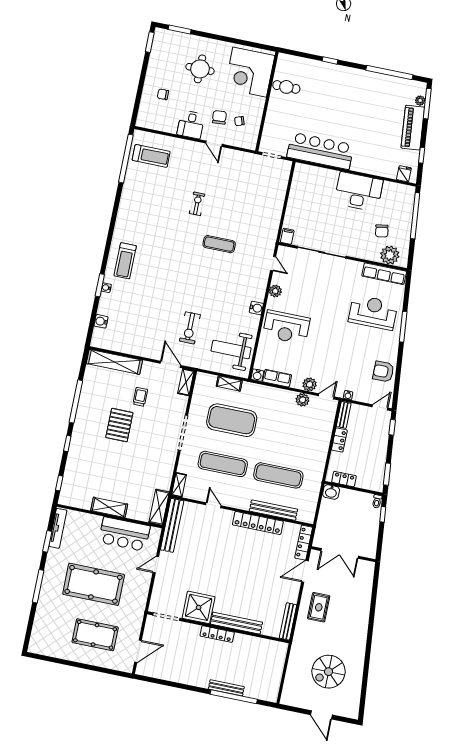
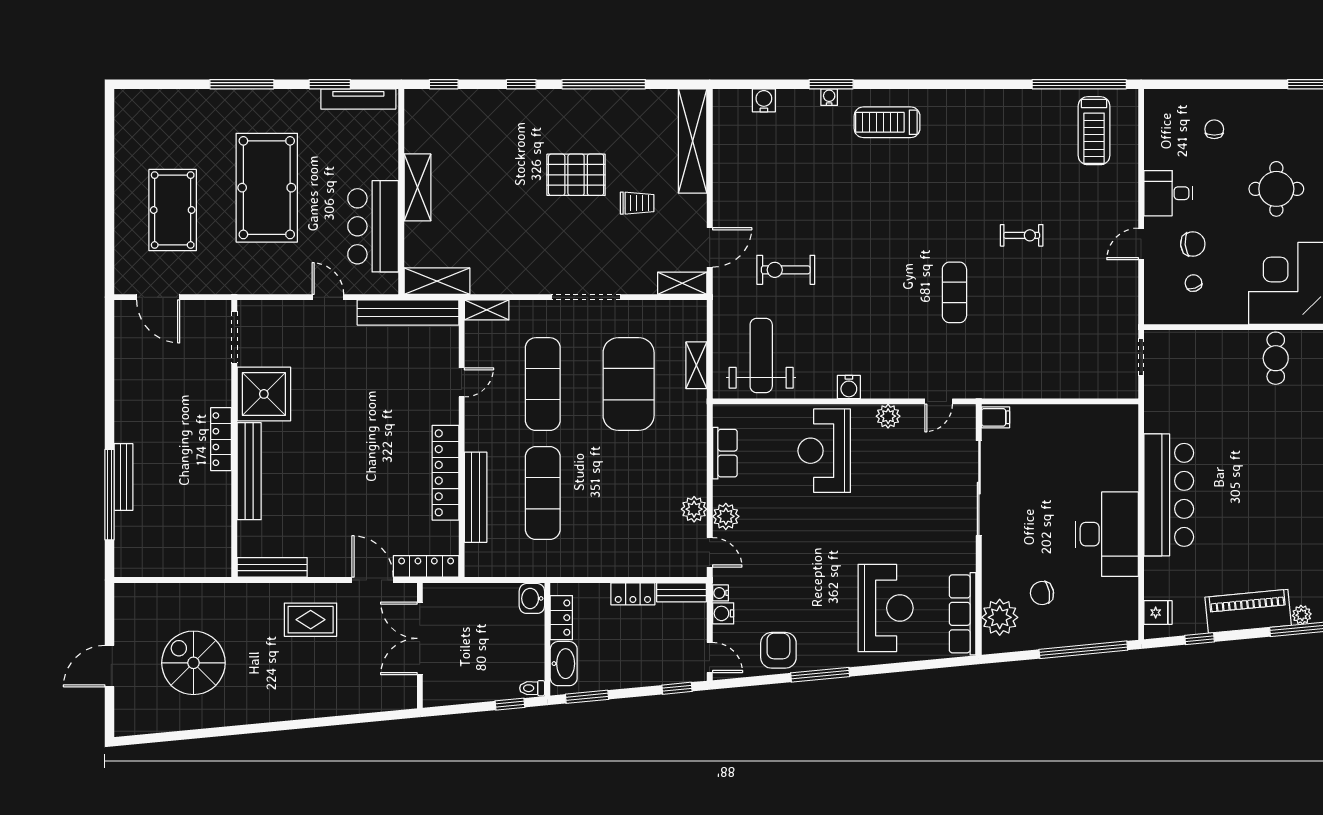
bar counter: (320, 151) -> (1169, 495), moved
window: (403, 327) -> (820, 675), moved
water cooler: (257, 375) -> (723, 613), moved
washbasin: (368, 483) -> (564, 664), added

